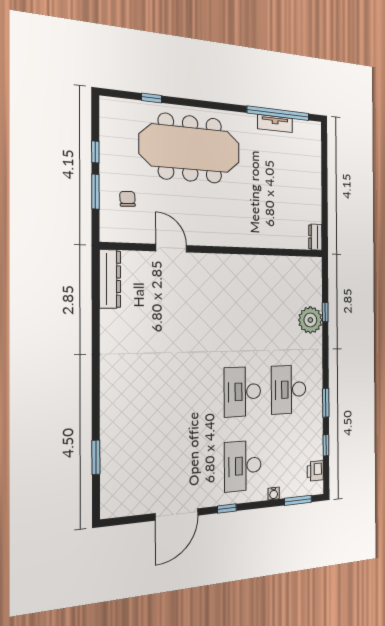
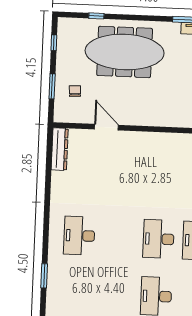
window: (95, 152) -> (54, 43), moved
desk: (142, 396) -> (79, 236), added

